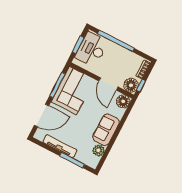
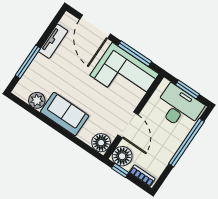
door: (108, 84) -> (128, 125), swing flipped
tv unit: (60, 146) -> (53, 41), width x0.71

